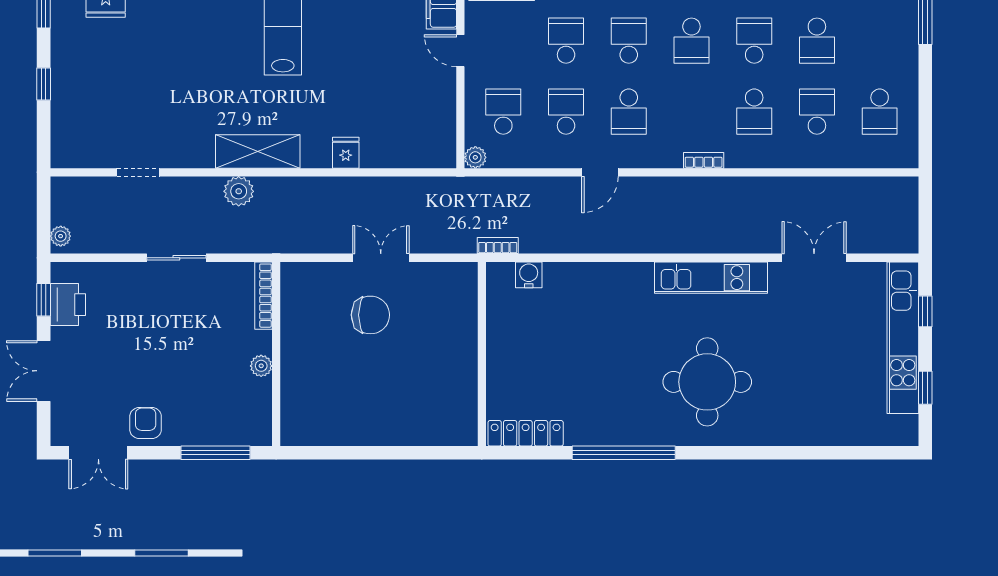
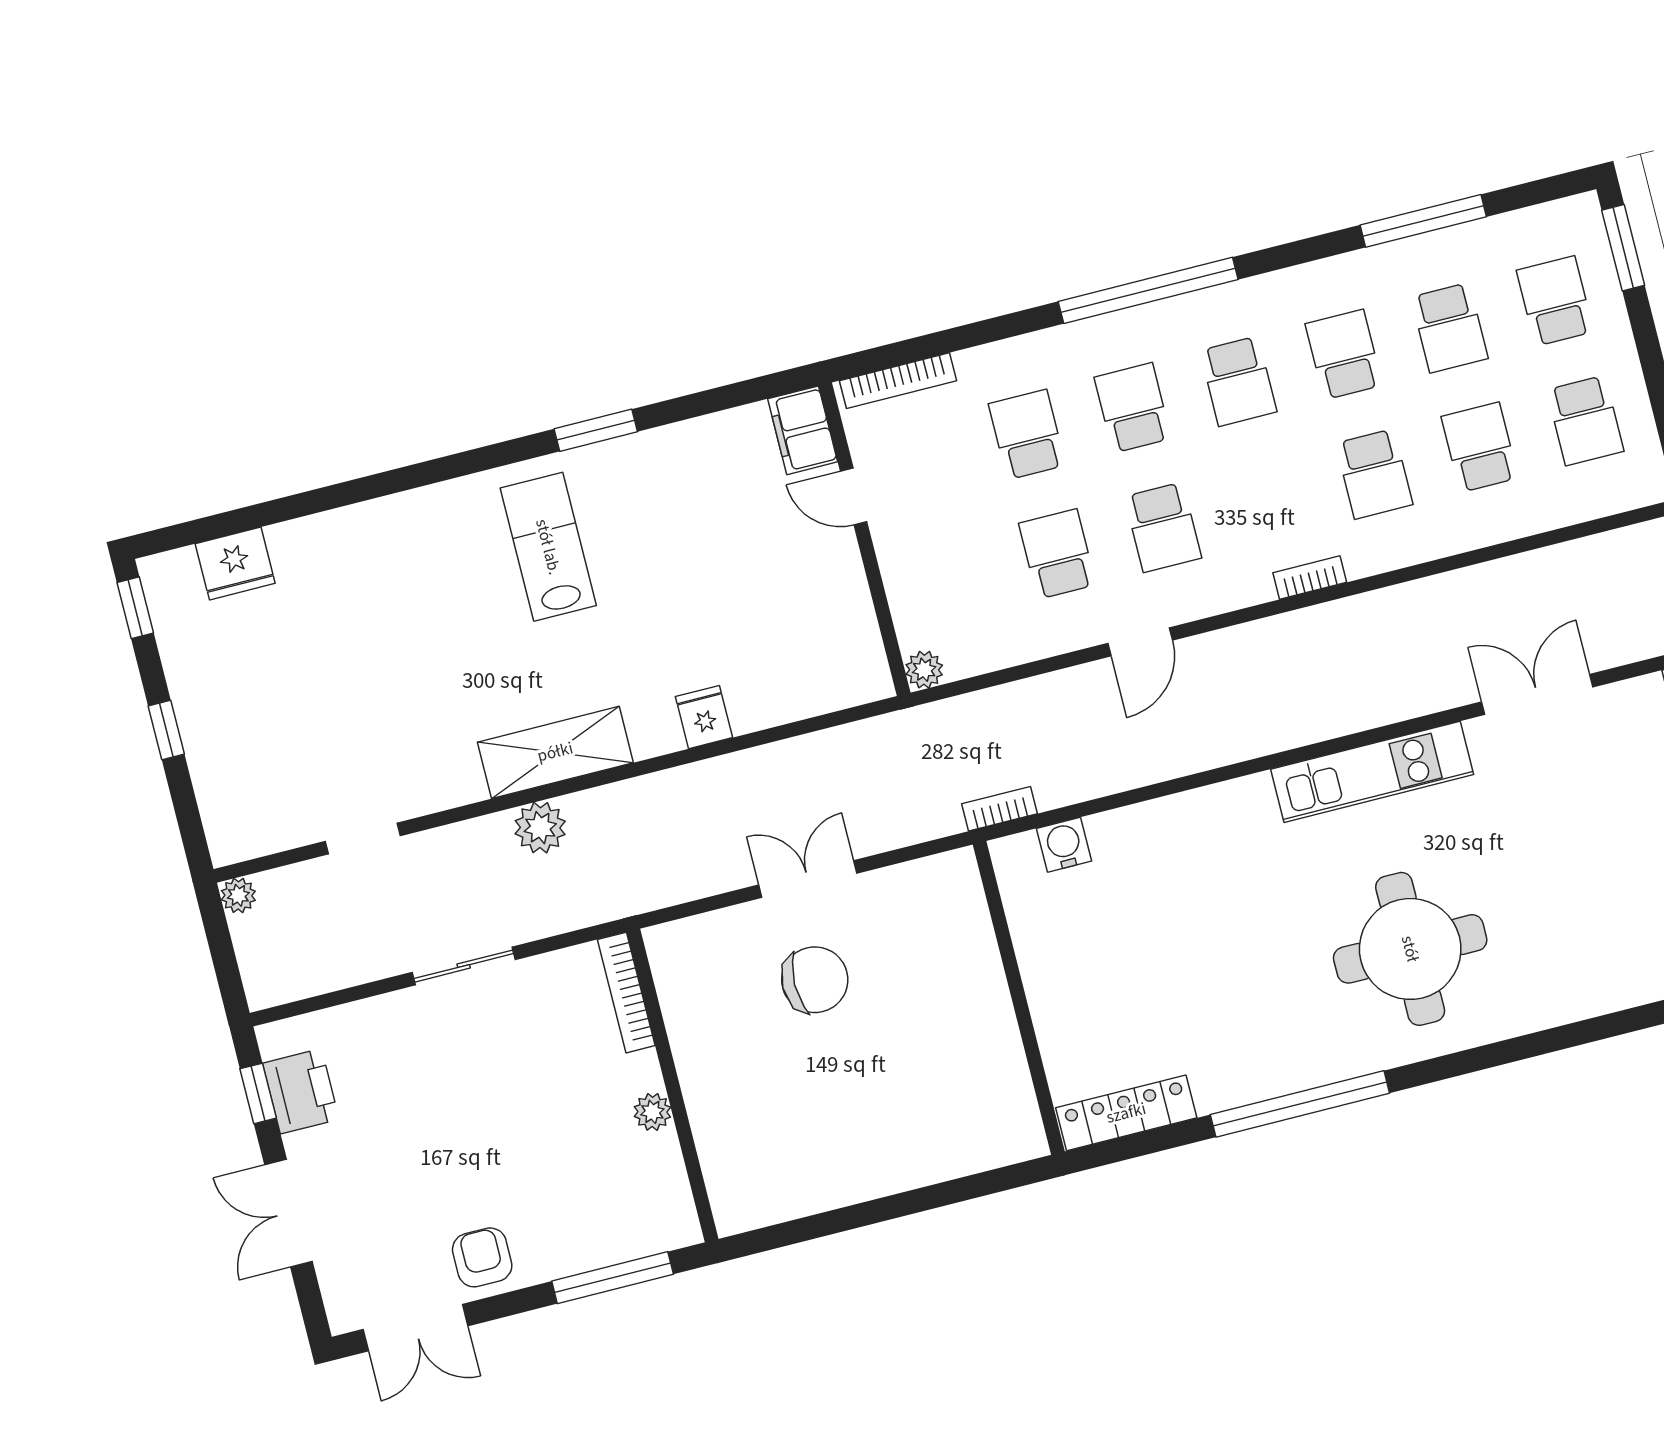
school desk: (503, 112) -> (1555, 301), moved
plant: (61, 236) -> (238, 895), moved

